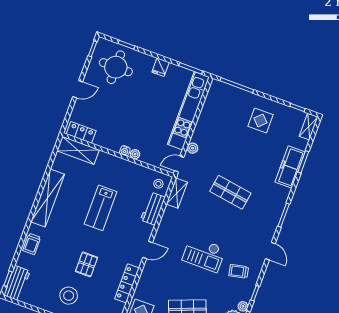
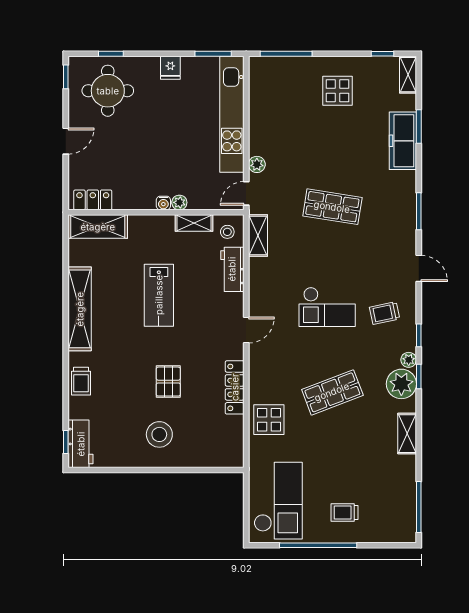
shelving: (139, 171) -> (194, 223), added

